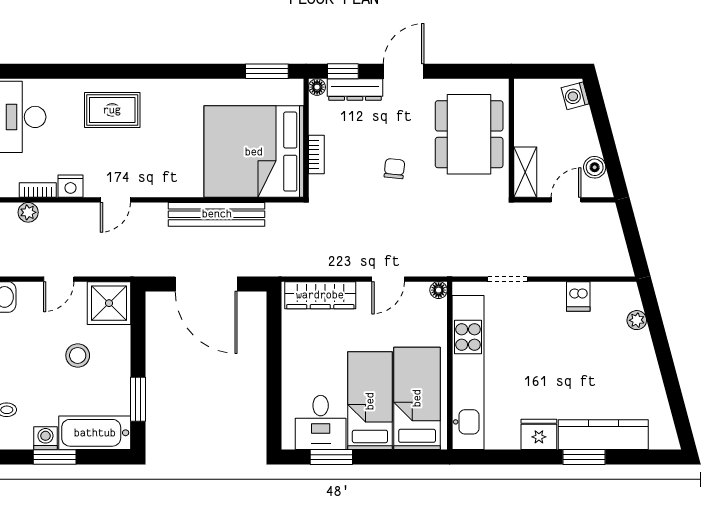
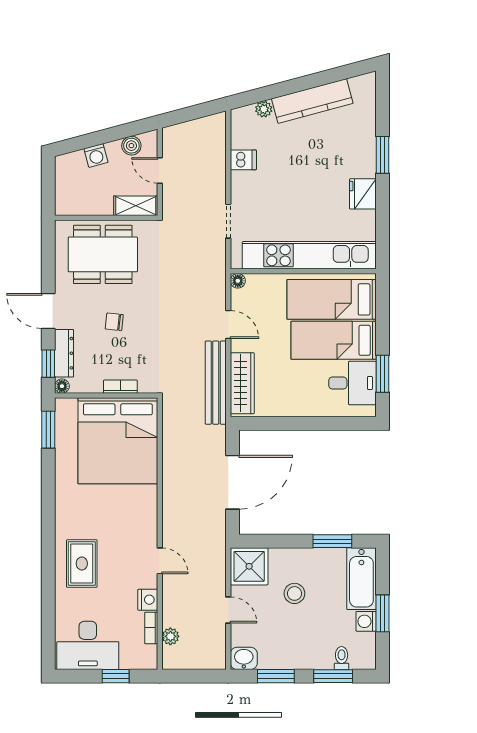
washing machine: (575, 96) -> (96, 155), moved
chair: (394, 169) -> (114, 322), moved
bench: (217, 214) -> (216, 383), moved
kitchen counter: (603, 435) -> (312, 101), moved, turned -105

